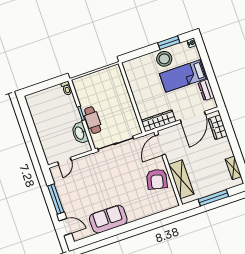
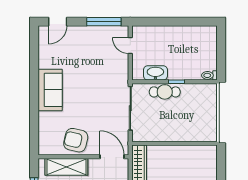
window: (56, 199) -> (104, 22), moved
sofa: (108, 219) -> (50, 90), moved

